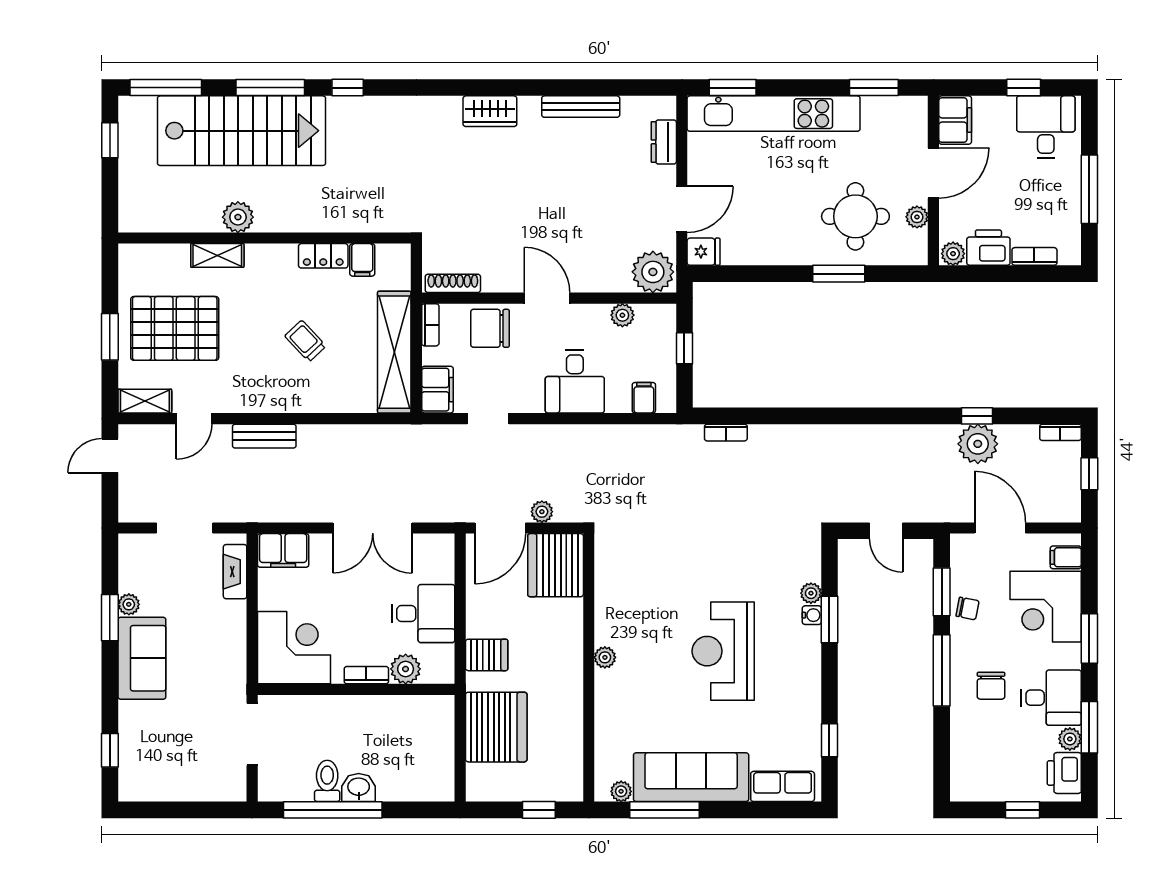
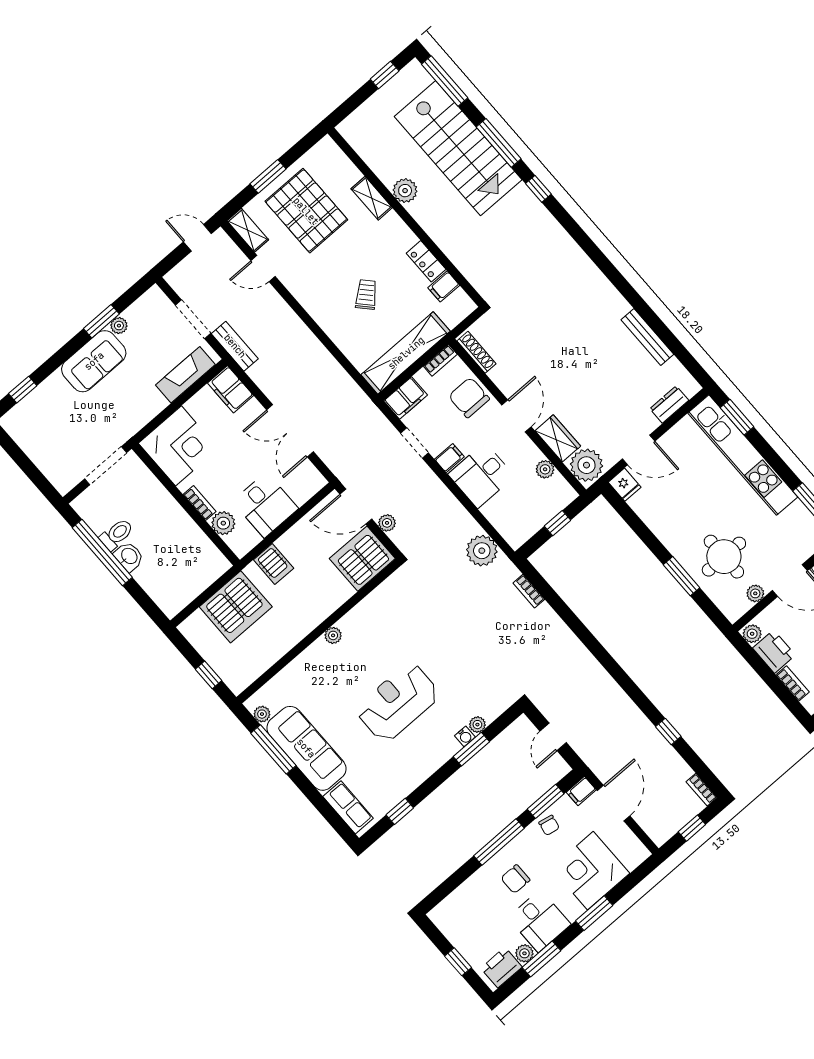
wardrobe: (490, 111) -> (558, 438), moved, turned 180
filing cabinet: (644, 398) -> (449, 458), moved
bench: (264, 436) -> (235, 346), moved
plant: (978, 444) -> (482, 551), moved
filing cabinet: (1066, 557) -> (581, 791), moved, turned -90
fireplace: (235, 572) -> (185, 375), width x1.37, depth x1.32

